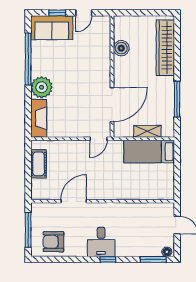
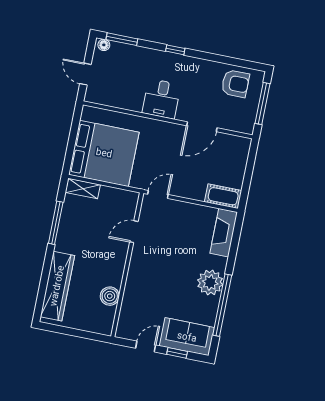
plant: (42, 87) -> (210, 282), moved
door: (112, 105) -> (134, 232), width x0.53
shelving: (147, 131) -> (83, 189), moved
bed: (149, 152) -> (104, 153), width x2.04
cot: (39, 164) -> (223, 196), moved, turned 90
desk: (101, 242) -> (161, 99), moved, turned 180

